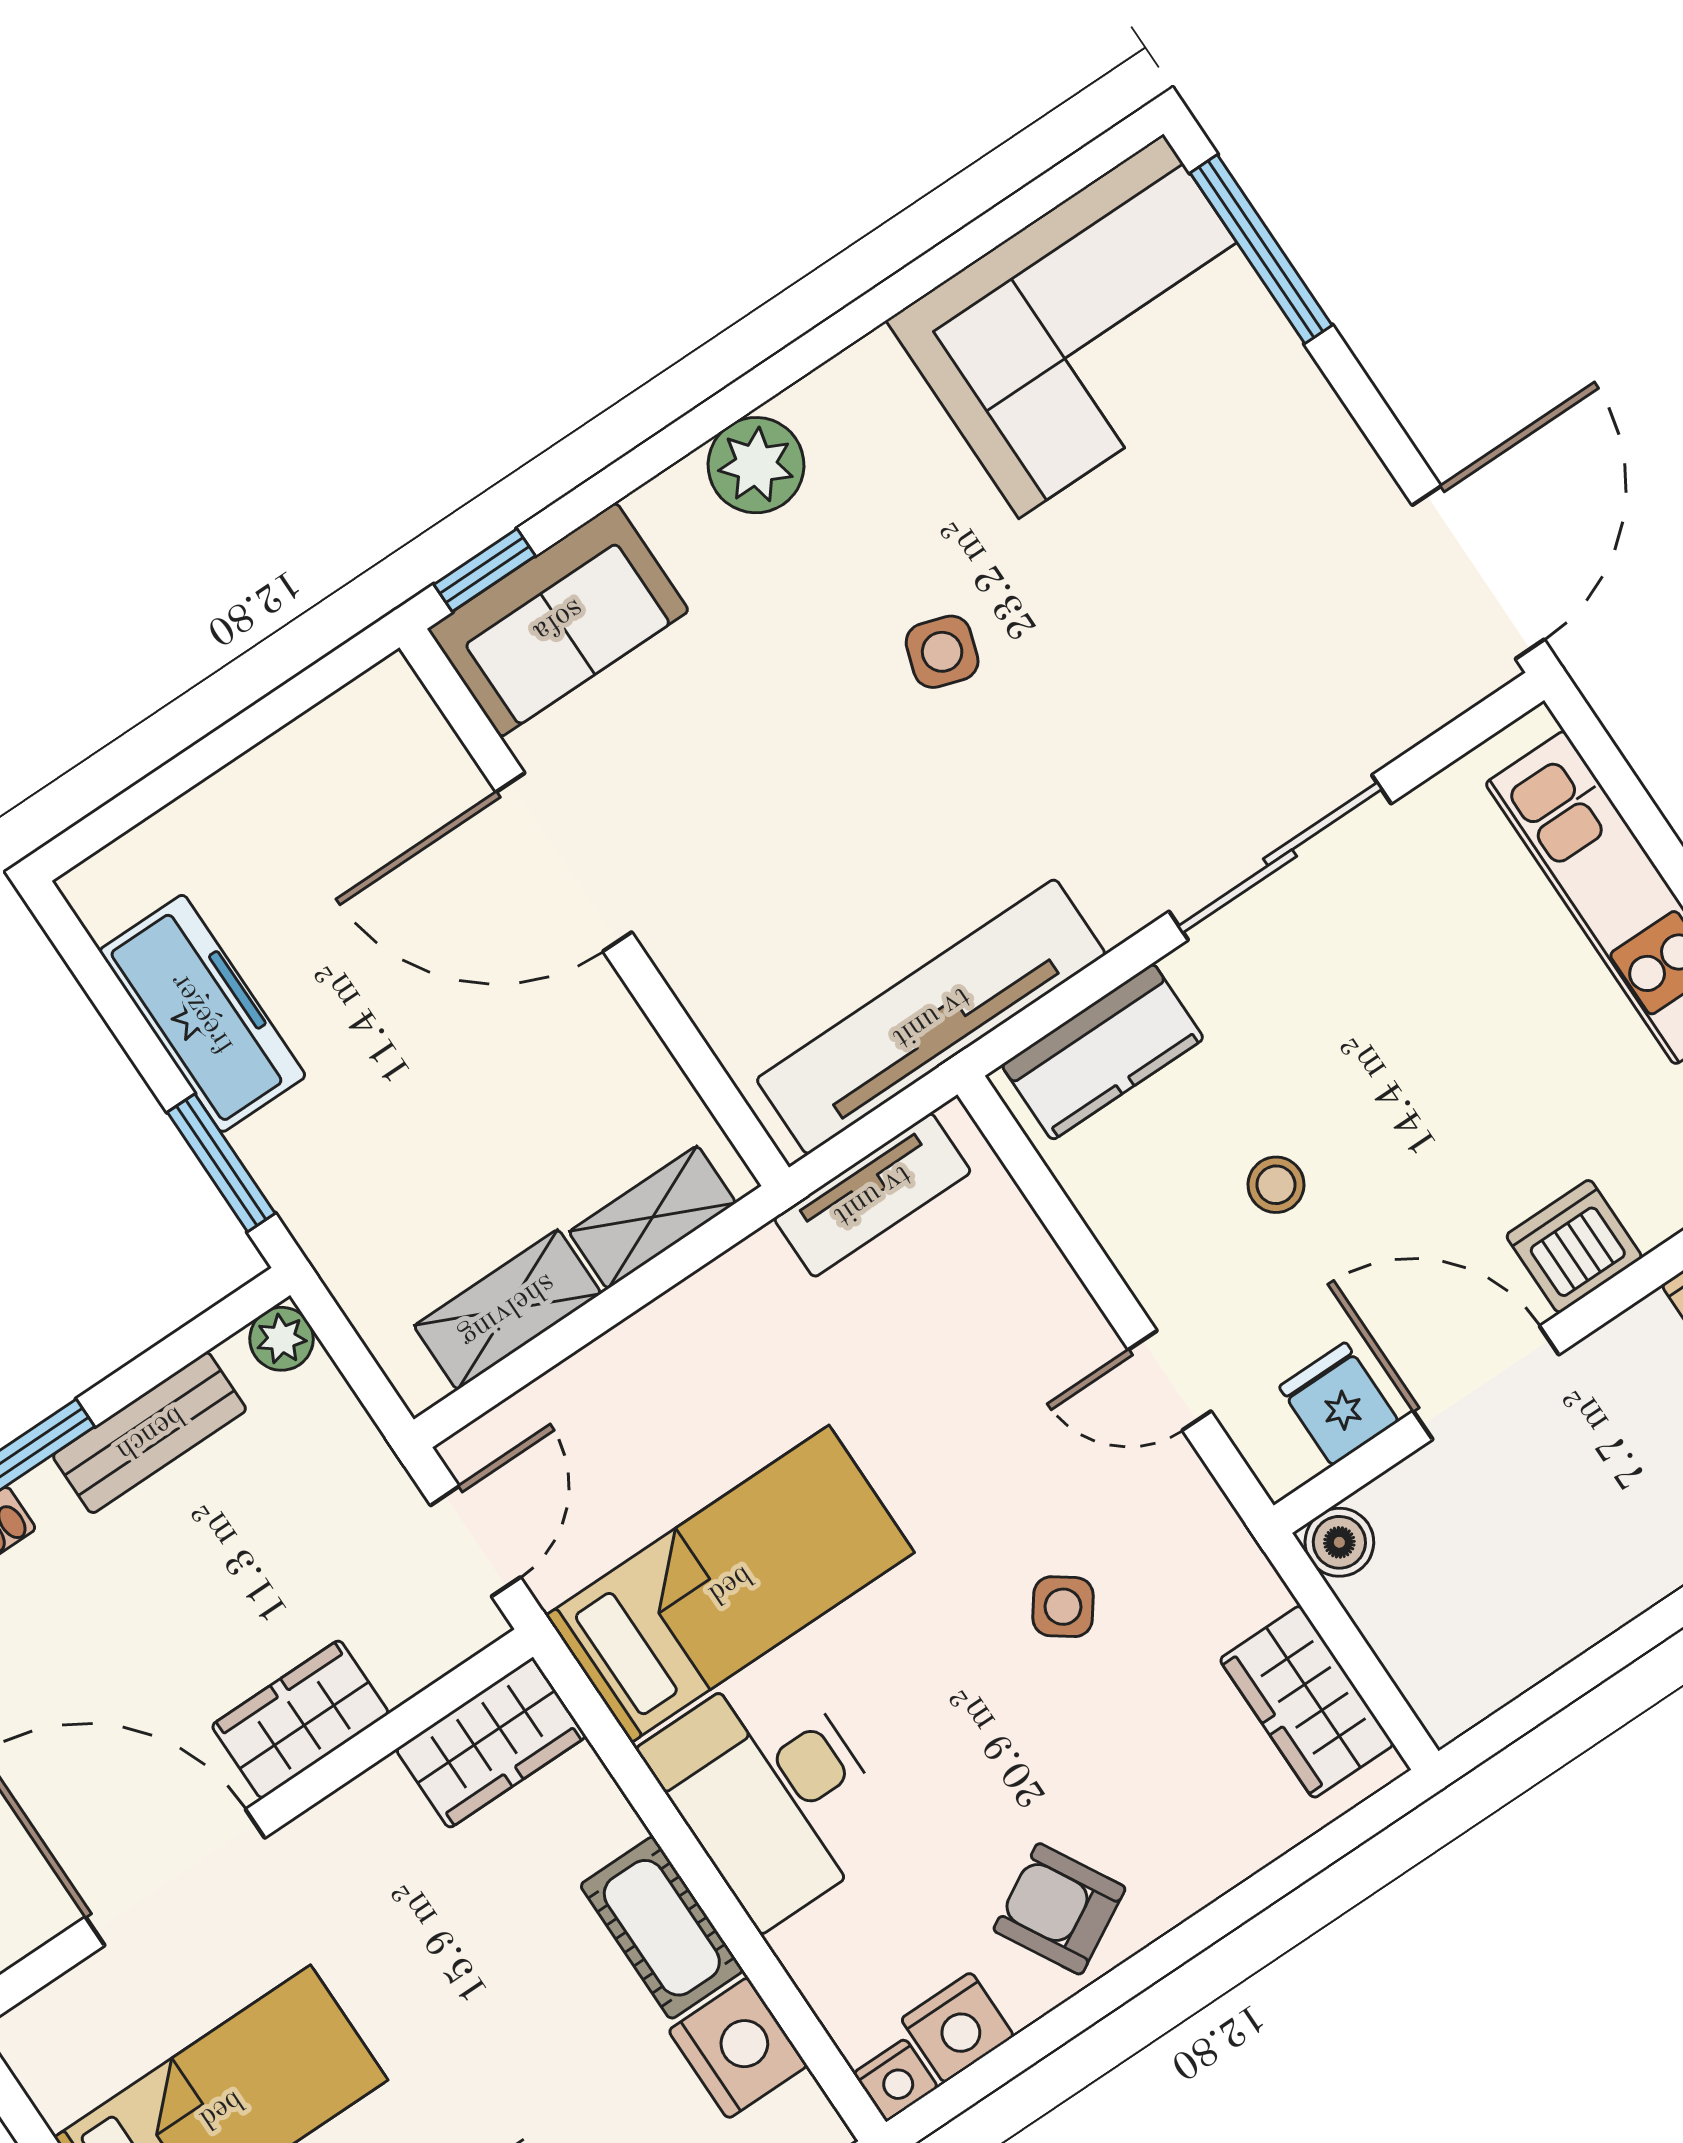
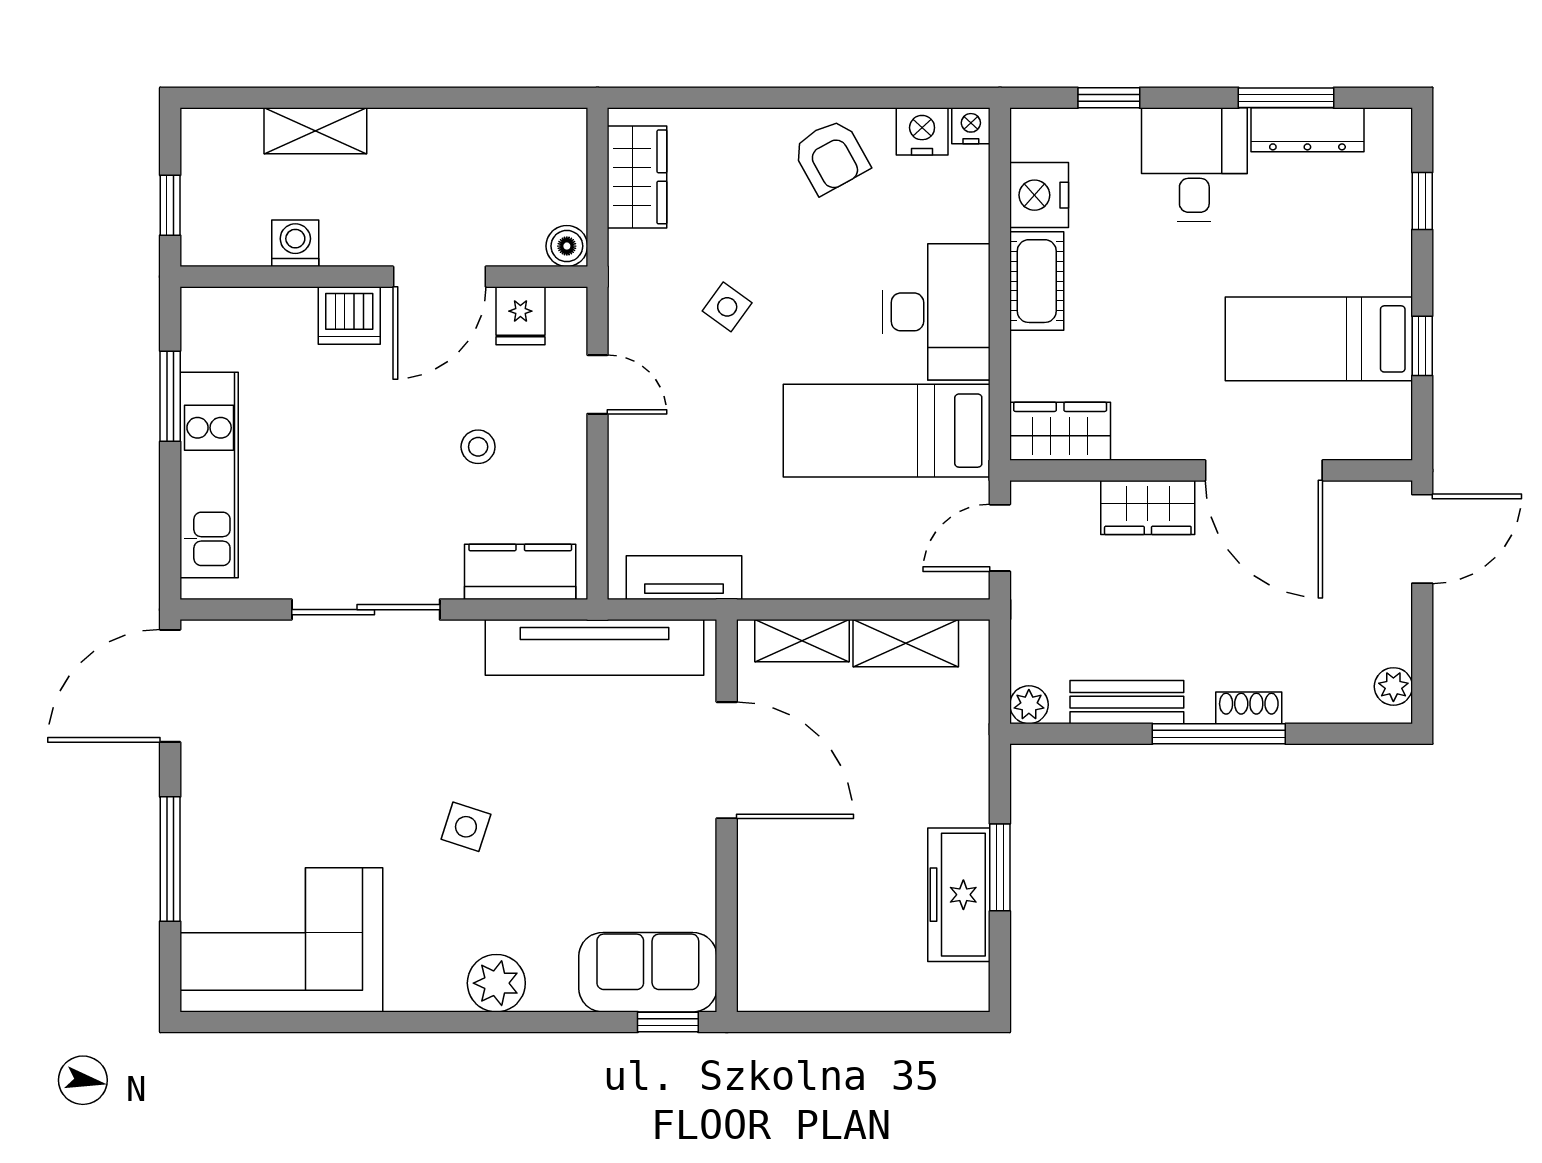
window: (1261, 249) -> (170, 859), moved
door: (564, 862) -> (727, 760), moved
window: (221, 1163) -> (1000, 867), moved
door: (1486, 1383) -> (439, 277), hinge flipped

